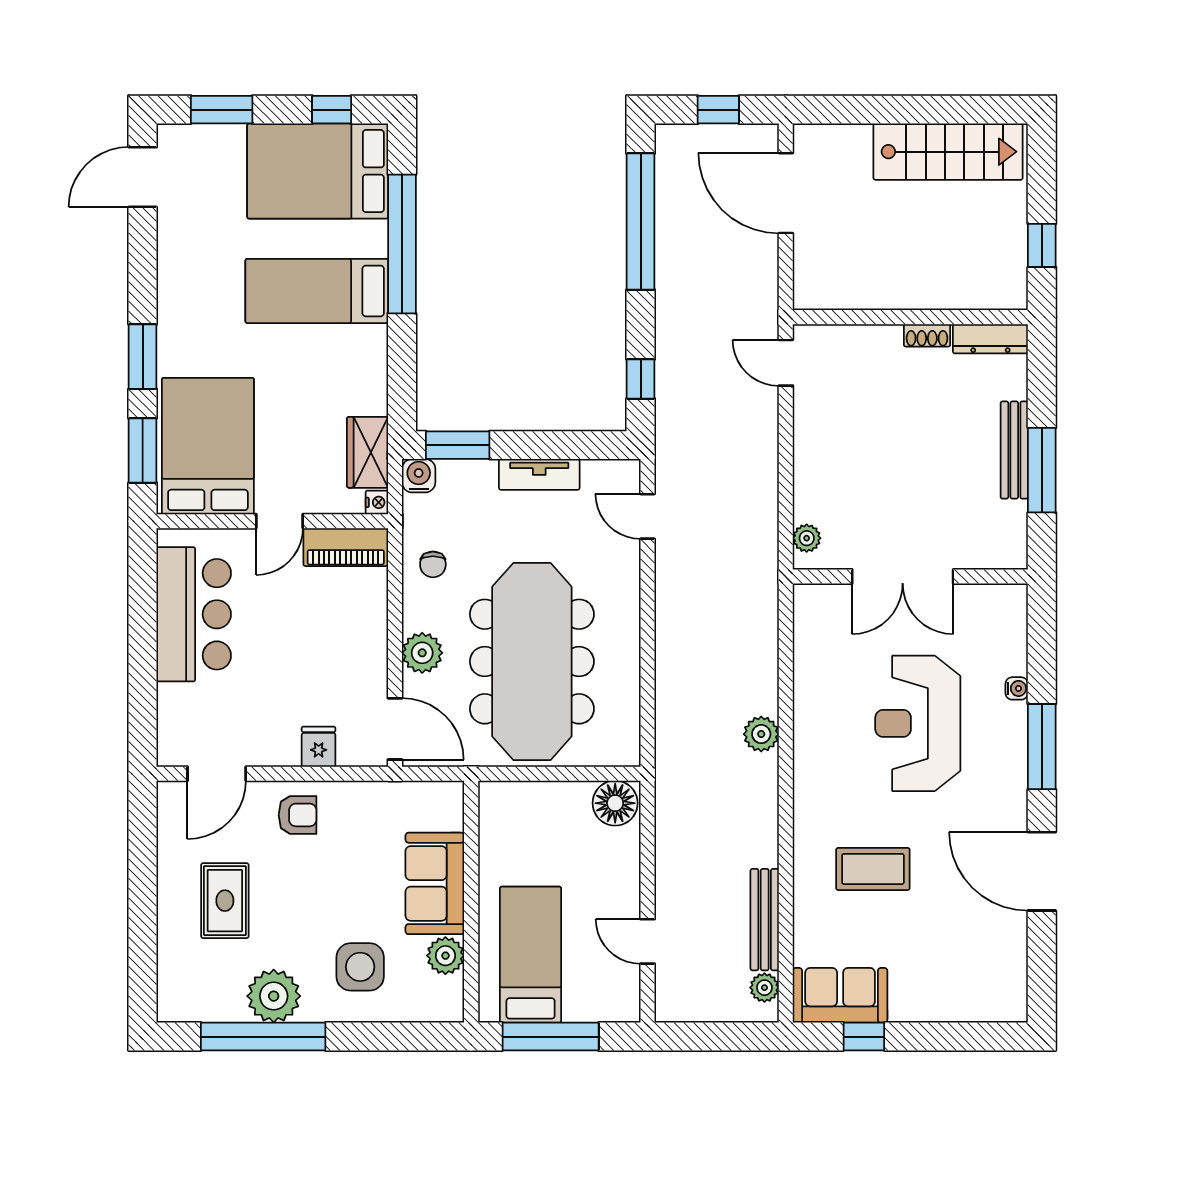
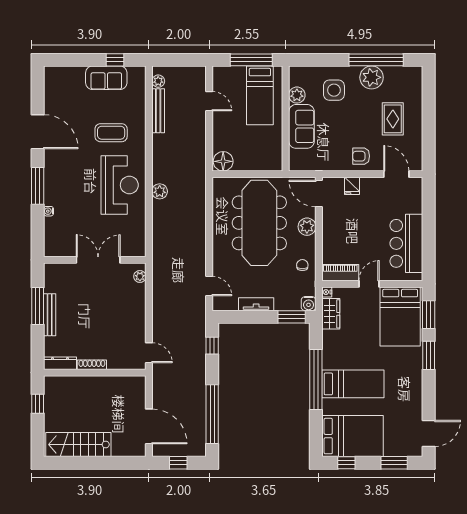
window: (402, 244) -> (316, 379), moved
shoe rack: (927, 335) -> (92, 365), width x1.43
reception desk: (918, 723) -> (120, 185), moved
door: (217, 774) -> (396, 174), hinge flipped
sofa: (840, 995) -> (106, 78), moved

